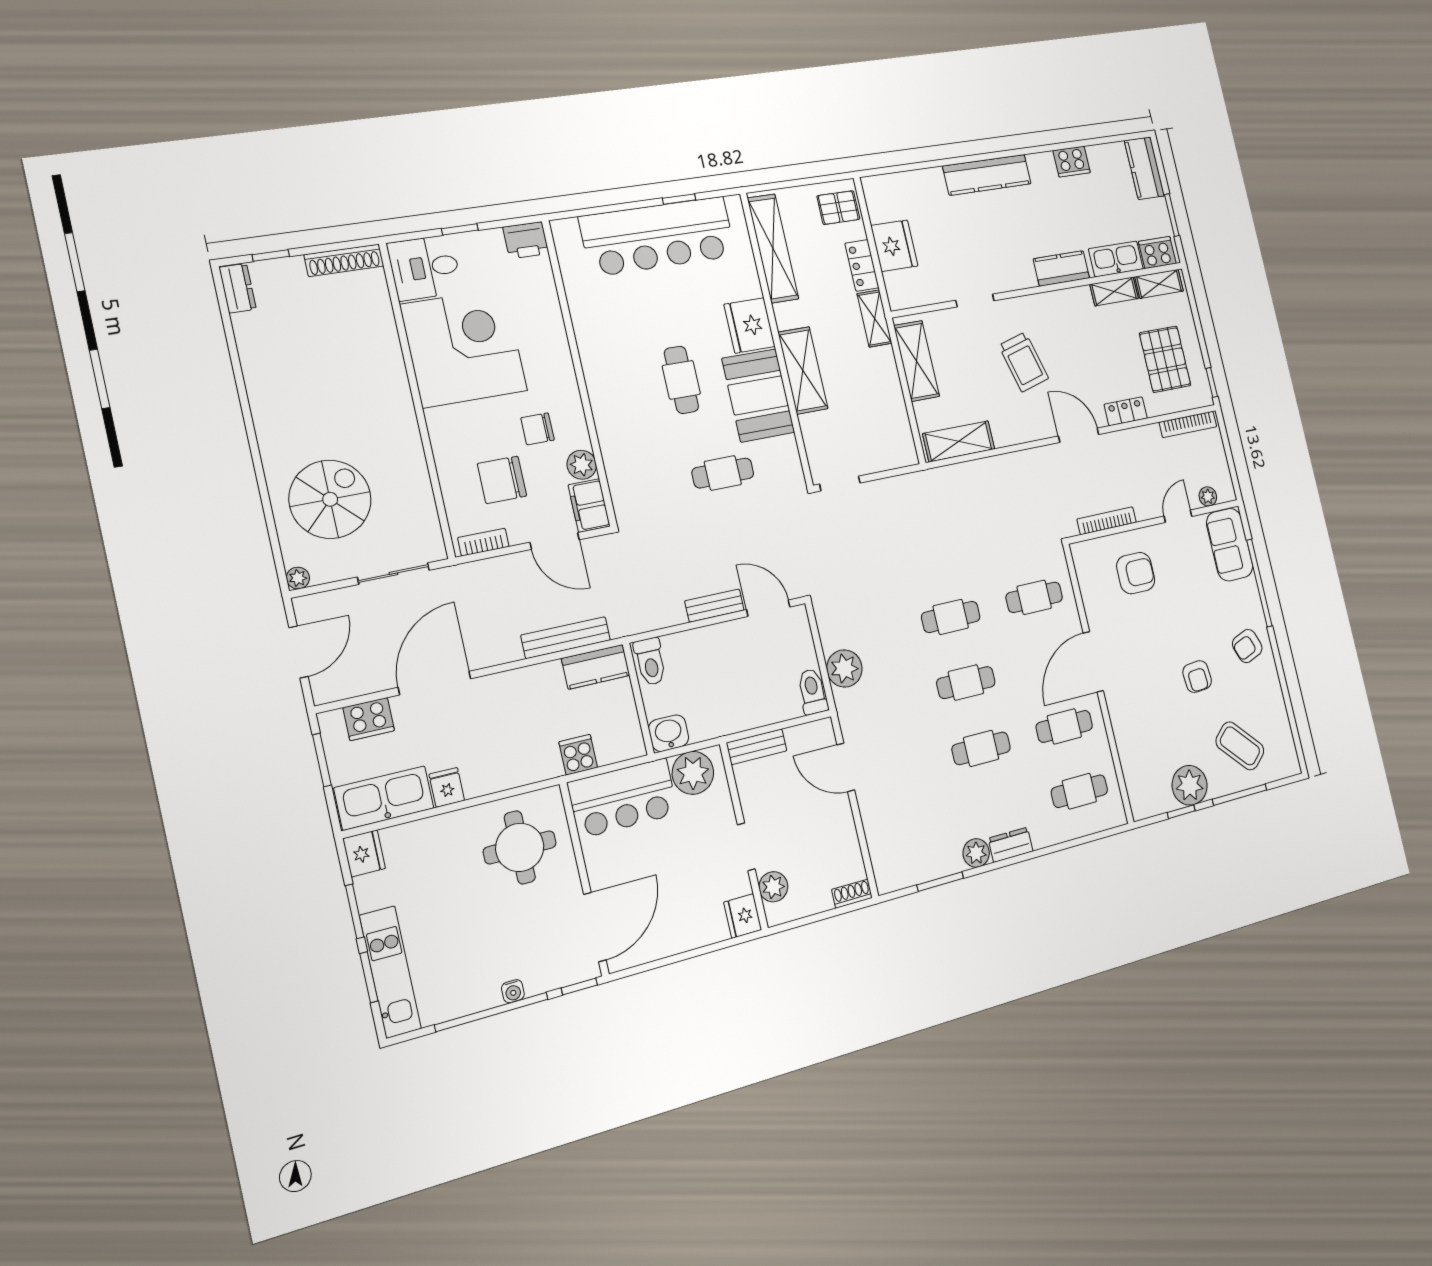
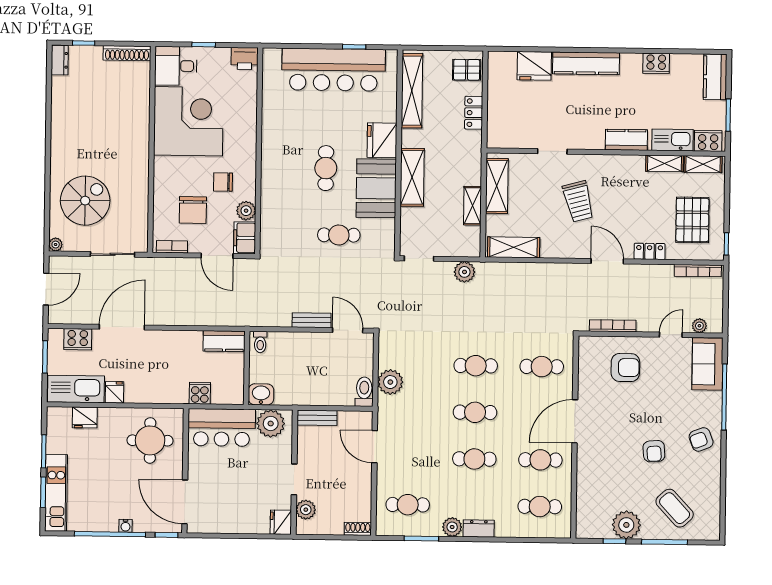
fridge: (894, 246) -> (534, 66), moved, turned 90
shelving: (874, 318) -> (472, 206), moved
chair: (502, 480) -> (193, 210), turned -90
plant: (904, 489) -> (464, 272), added
bench: (566, 638) -> (209, 318), removed
toilet: (650, 662) -> (260, 342), width x0.73, depth x0.72
cafe table: (910, 838) -> (408, 505), added
fridge: (364, 853) -> (85, 417), moved, turned 90
door: (595, 927) -> (185, 502), swing flipped

